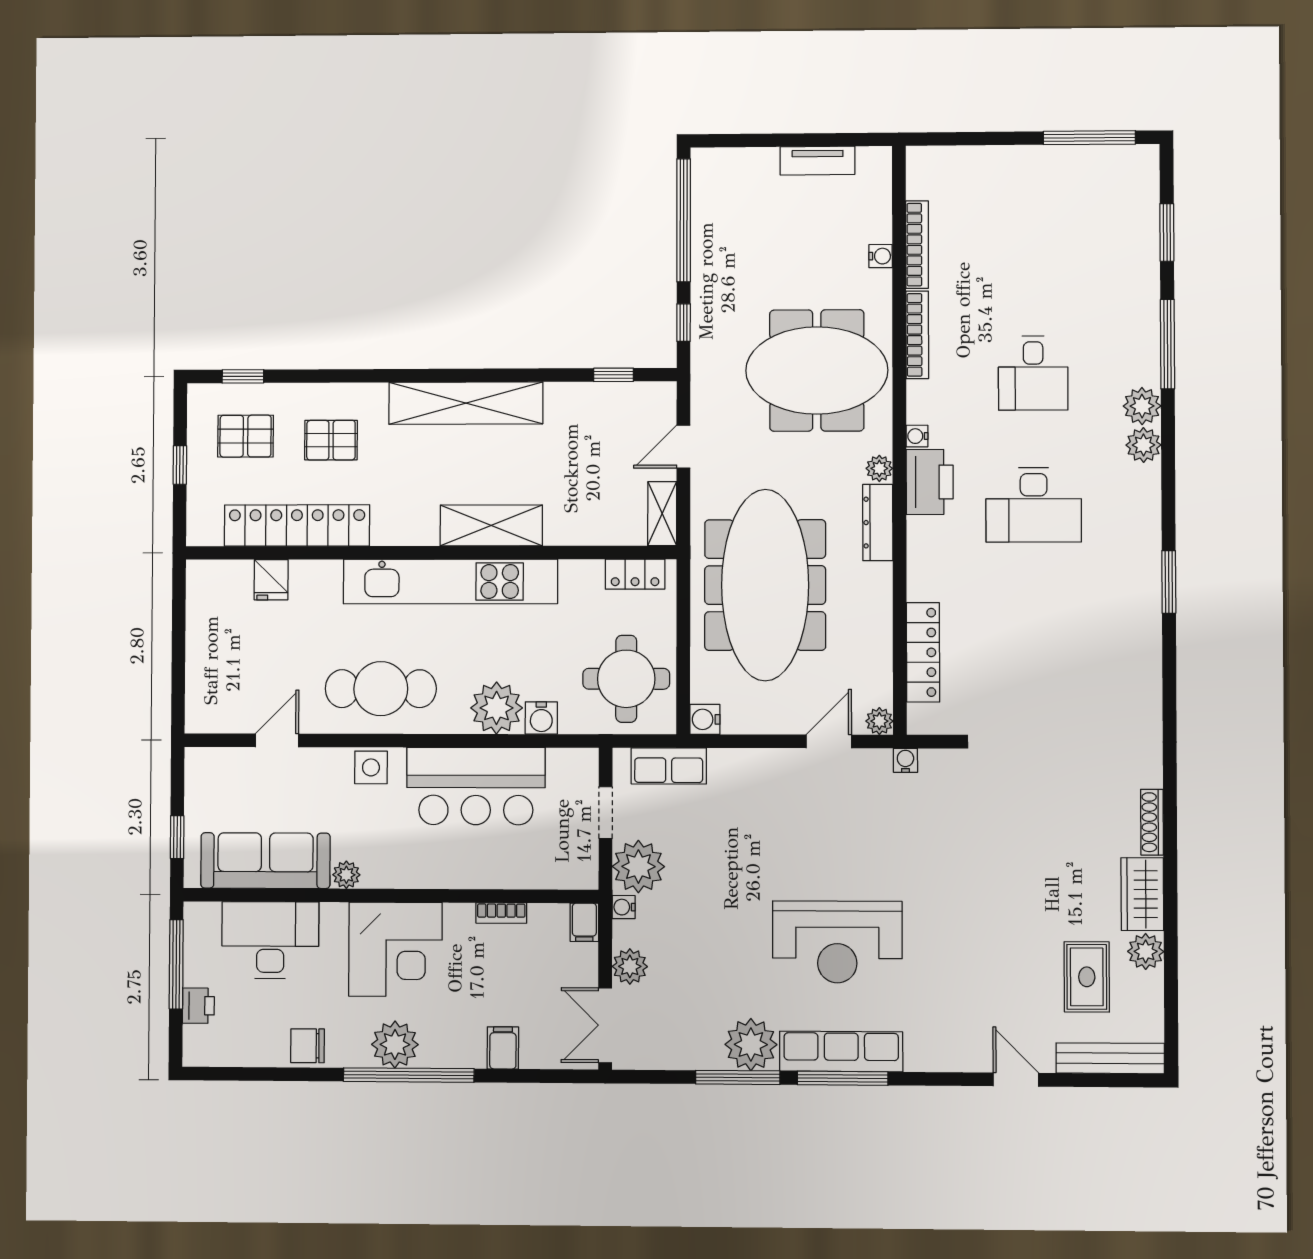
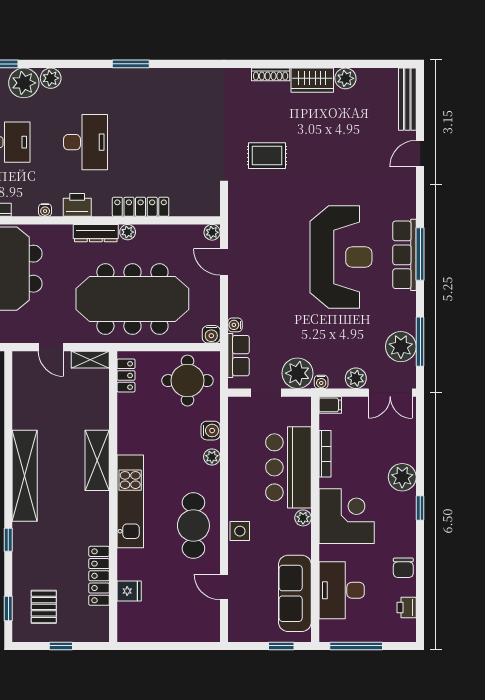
window: (614, 375) -> (8, 540), moved
plant: (1142, 406) -> (24, 83), width x1.36, depth x1.36
pallet: (331, 440) -> (46, 556), removed
plant: (879, 468) -> (128, 232), moved
printer: (930, 482) -> (77, 205), width x0.73, depth x0.84
locker: (297, 526) -> (99, 576), width x0.71, depth x0.83
kitchen unit: (450, 582) -> (130, 501), width x0.73
locker: (923, 652) -> (141, 207), moved
plant: (497, 708) -> (212, 457), width x0.53, depth x0.53
water cooler: (905, 760) -> (235, 325), moved
bar counter: (476, 786) -> (288, 467), moved, turned 180
plant: (346, 875) -> (303, 518), moved
bookcase: (501, 913) -> (325, 454), width x1.56
reception desk: (837, 942) -> (341, 257), width x1.36, depth x1.30
rug: (1087, 977) -> (267, 156), moved
printer: (198, 1006) -> (407, 608), moved, turned -90
plant: (395, 1044) -> (402, 477), moved
plant: (751, 1045) -> (401, 347), moved
filing cabinet: (503, 1048) -> (404, 453), removed
window: (409, 1075) -> (420, 508), width x0.32
window: (738, 1077) -> (420, 342), moved

